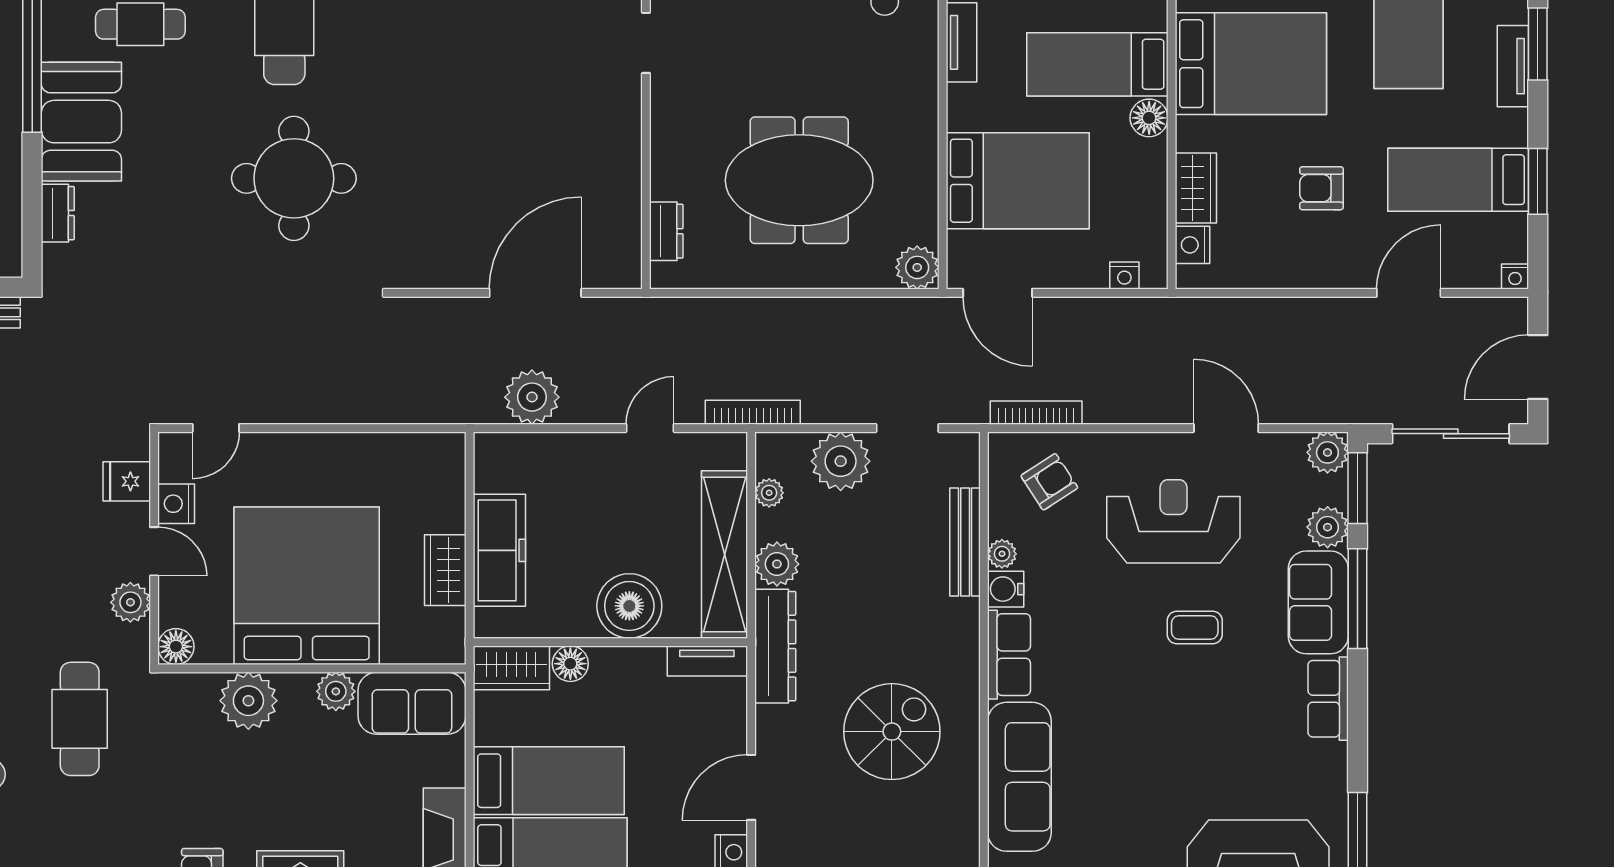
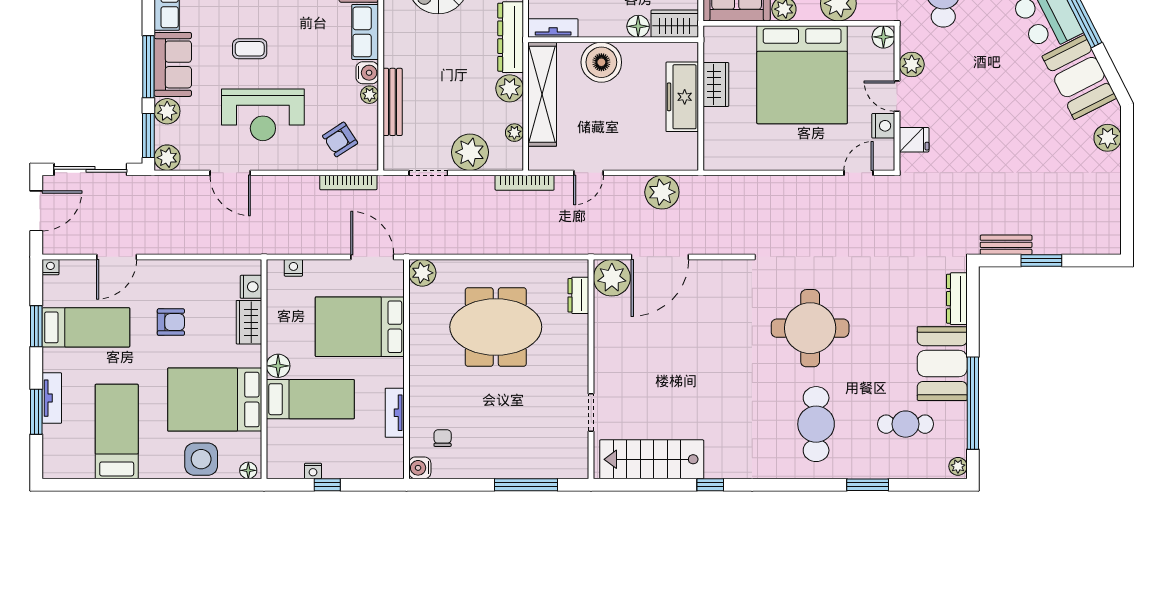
dresser: (58, 213) -> (957, 299), width x1.44
plant: (613, 259) -> (612, 278), added

